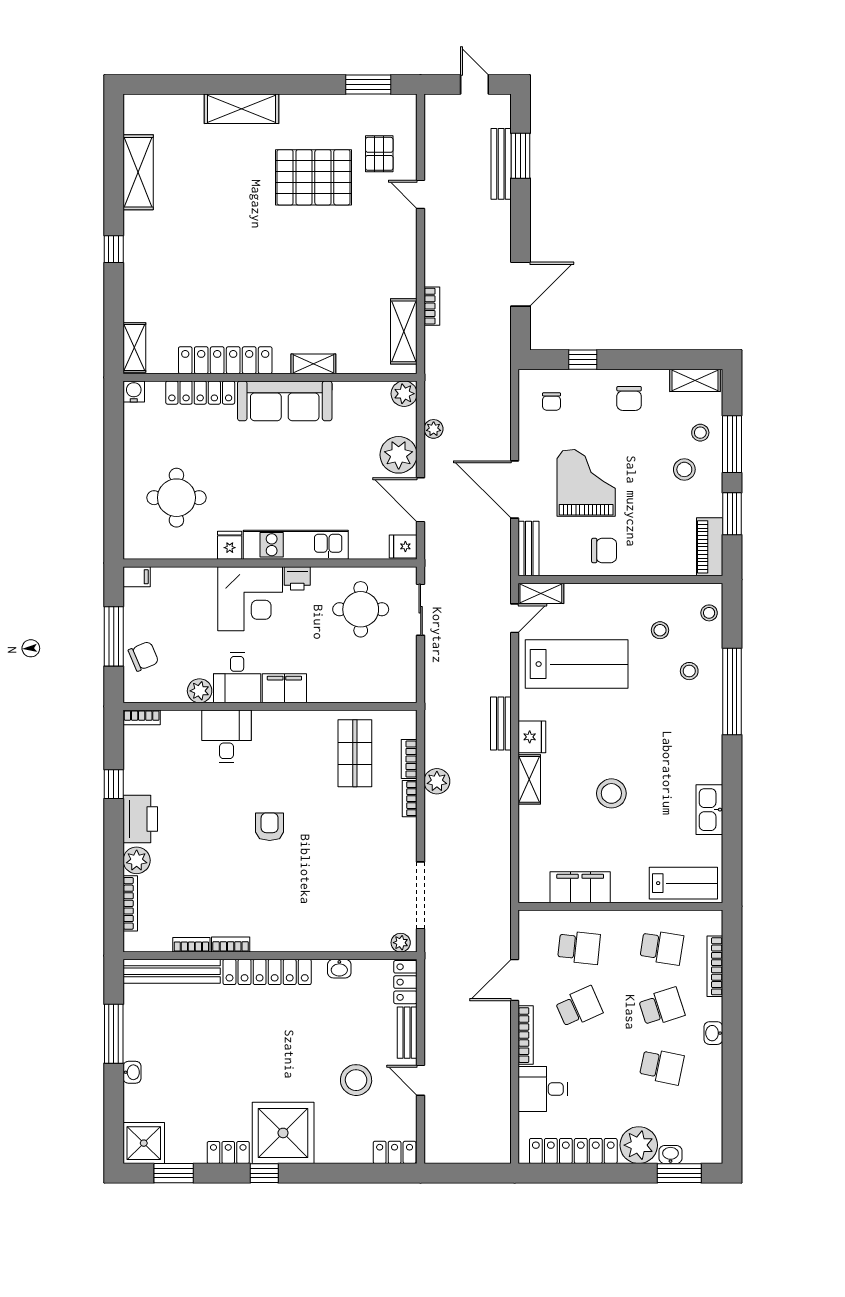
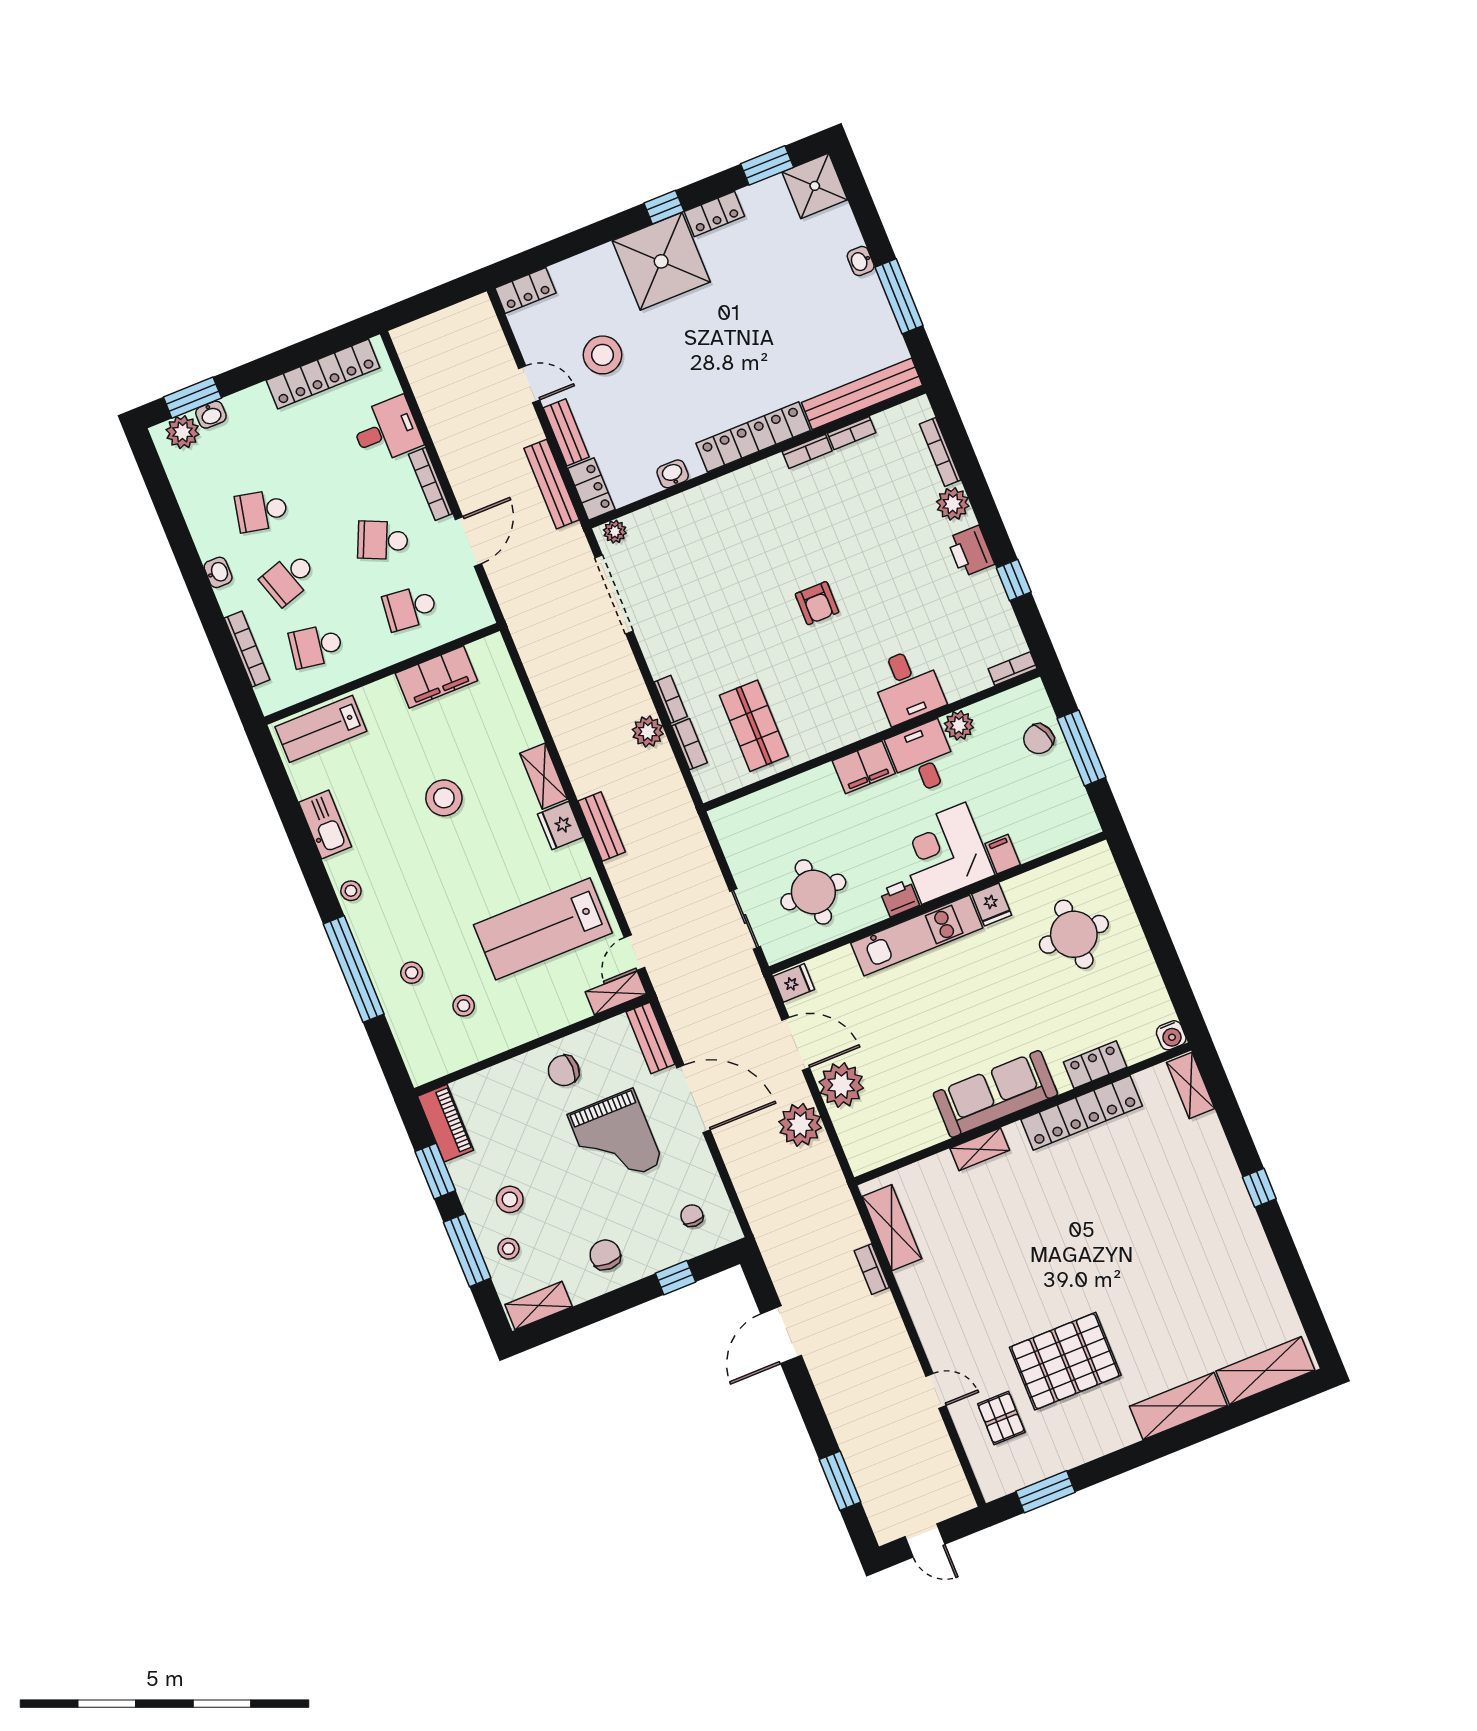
bench: (501, 164) -> (552, 484), moved
shelving: (138, 172) -> (1265, 1371), moved, turned 90
locker: (200, 393) -> (1095, 1065), width x0.66
plant: (404, 394) -> (863, 1157), removed
plant: (434, 429) -> (800, 1125), width x1.87, depth x1.87
filing cabinet: (137, 577) -> (1003, 854), moved, turned 90
stool: (709, 613) -> (351, 891), moved
printer: (140, 819) -> (971, 551), width x0.73, depth x0.84
school desk: (579, 1007) -> (383, 540), turned 48
plant: (639, 1145) -> (183, 432), moved, width x0.73, depth x0.73

